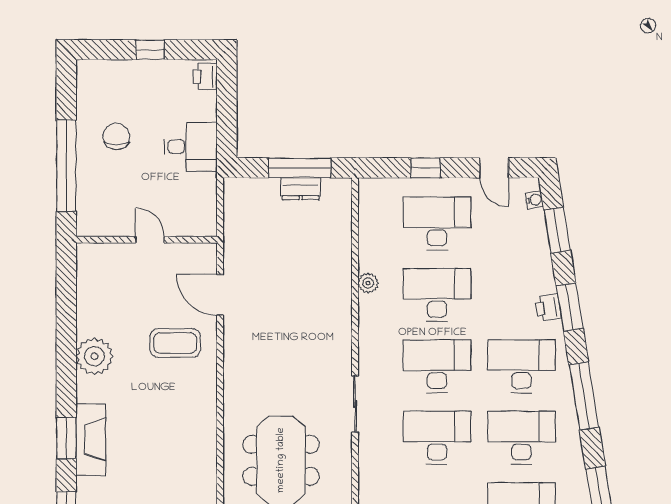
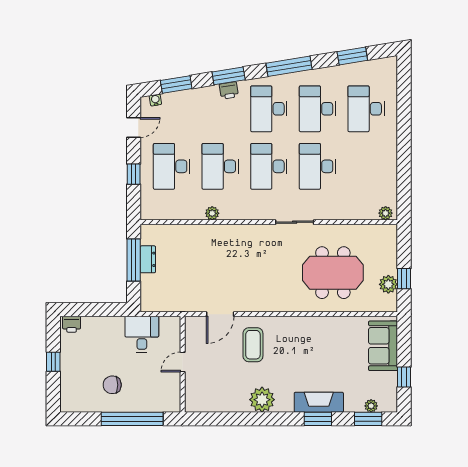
desk: (191, 147) -> (142, 334), moved

